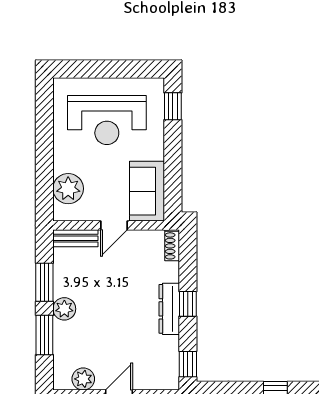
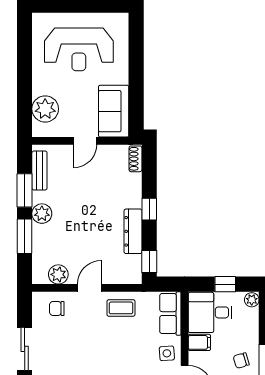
window: (173, 106) -> (136, 37), removed
bench: (75, 238) -> (39, 170), moved, turned 90
dresser: (169, 309) -> (133, 231), moved

